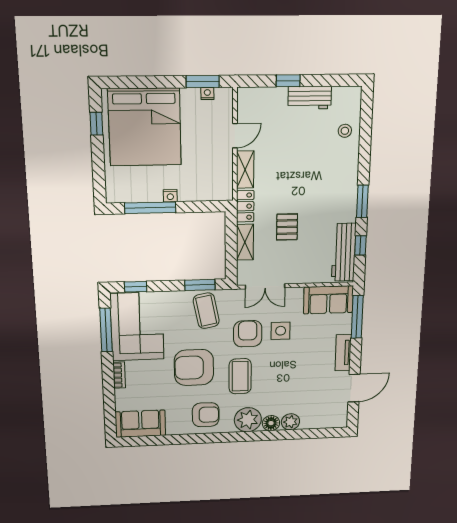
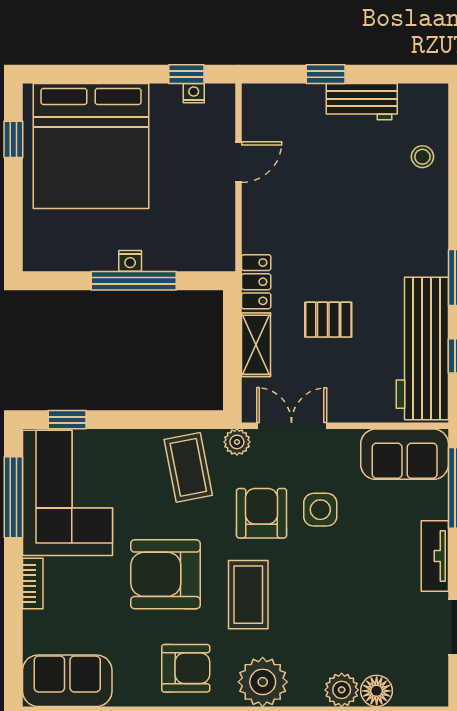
window: (203, 82) -> (186, 74), width x0.67
shelving: (245, 170) -> (256, 219), removed
window: (150, 208) -> (134, 281), moved
pallet: (287, 227) -> (328, 320), turned 90
workbench: (344, 252) -> (422, 348), width x1.36, depth x1.32
window: (200, 285) -> (178, 420), removed
double door: (265, 286) -> (292, 426), swing flipped
plant: (234, 296) -> (237, 442), added
floor lamp: (271, 423) -> (377, 691), moved

